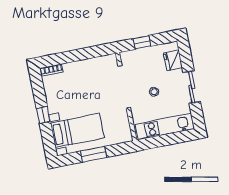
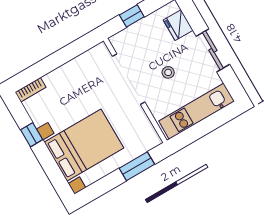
window: (43, 115) -> (32, 135), moved
bed with nightstands: (77, 131) -> (84, 145), width x1.36
window: (94, 154) -> (137, 166), moved

